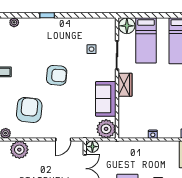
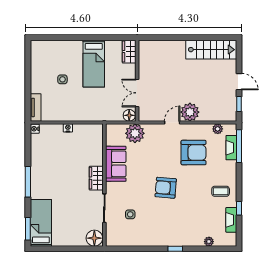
bed: (146, 40) -> (75, 223), removed
armchair: (29, 110) -> (194, 153), turned -96
plant: (106, 129) -> (135, 133), moved
door: (63, 139) -> (172, 123), moved
plant: (19, 150) -> (190, 112), moved

